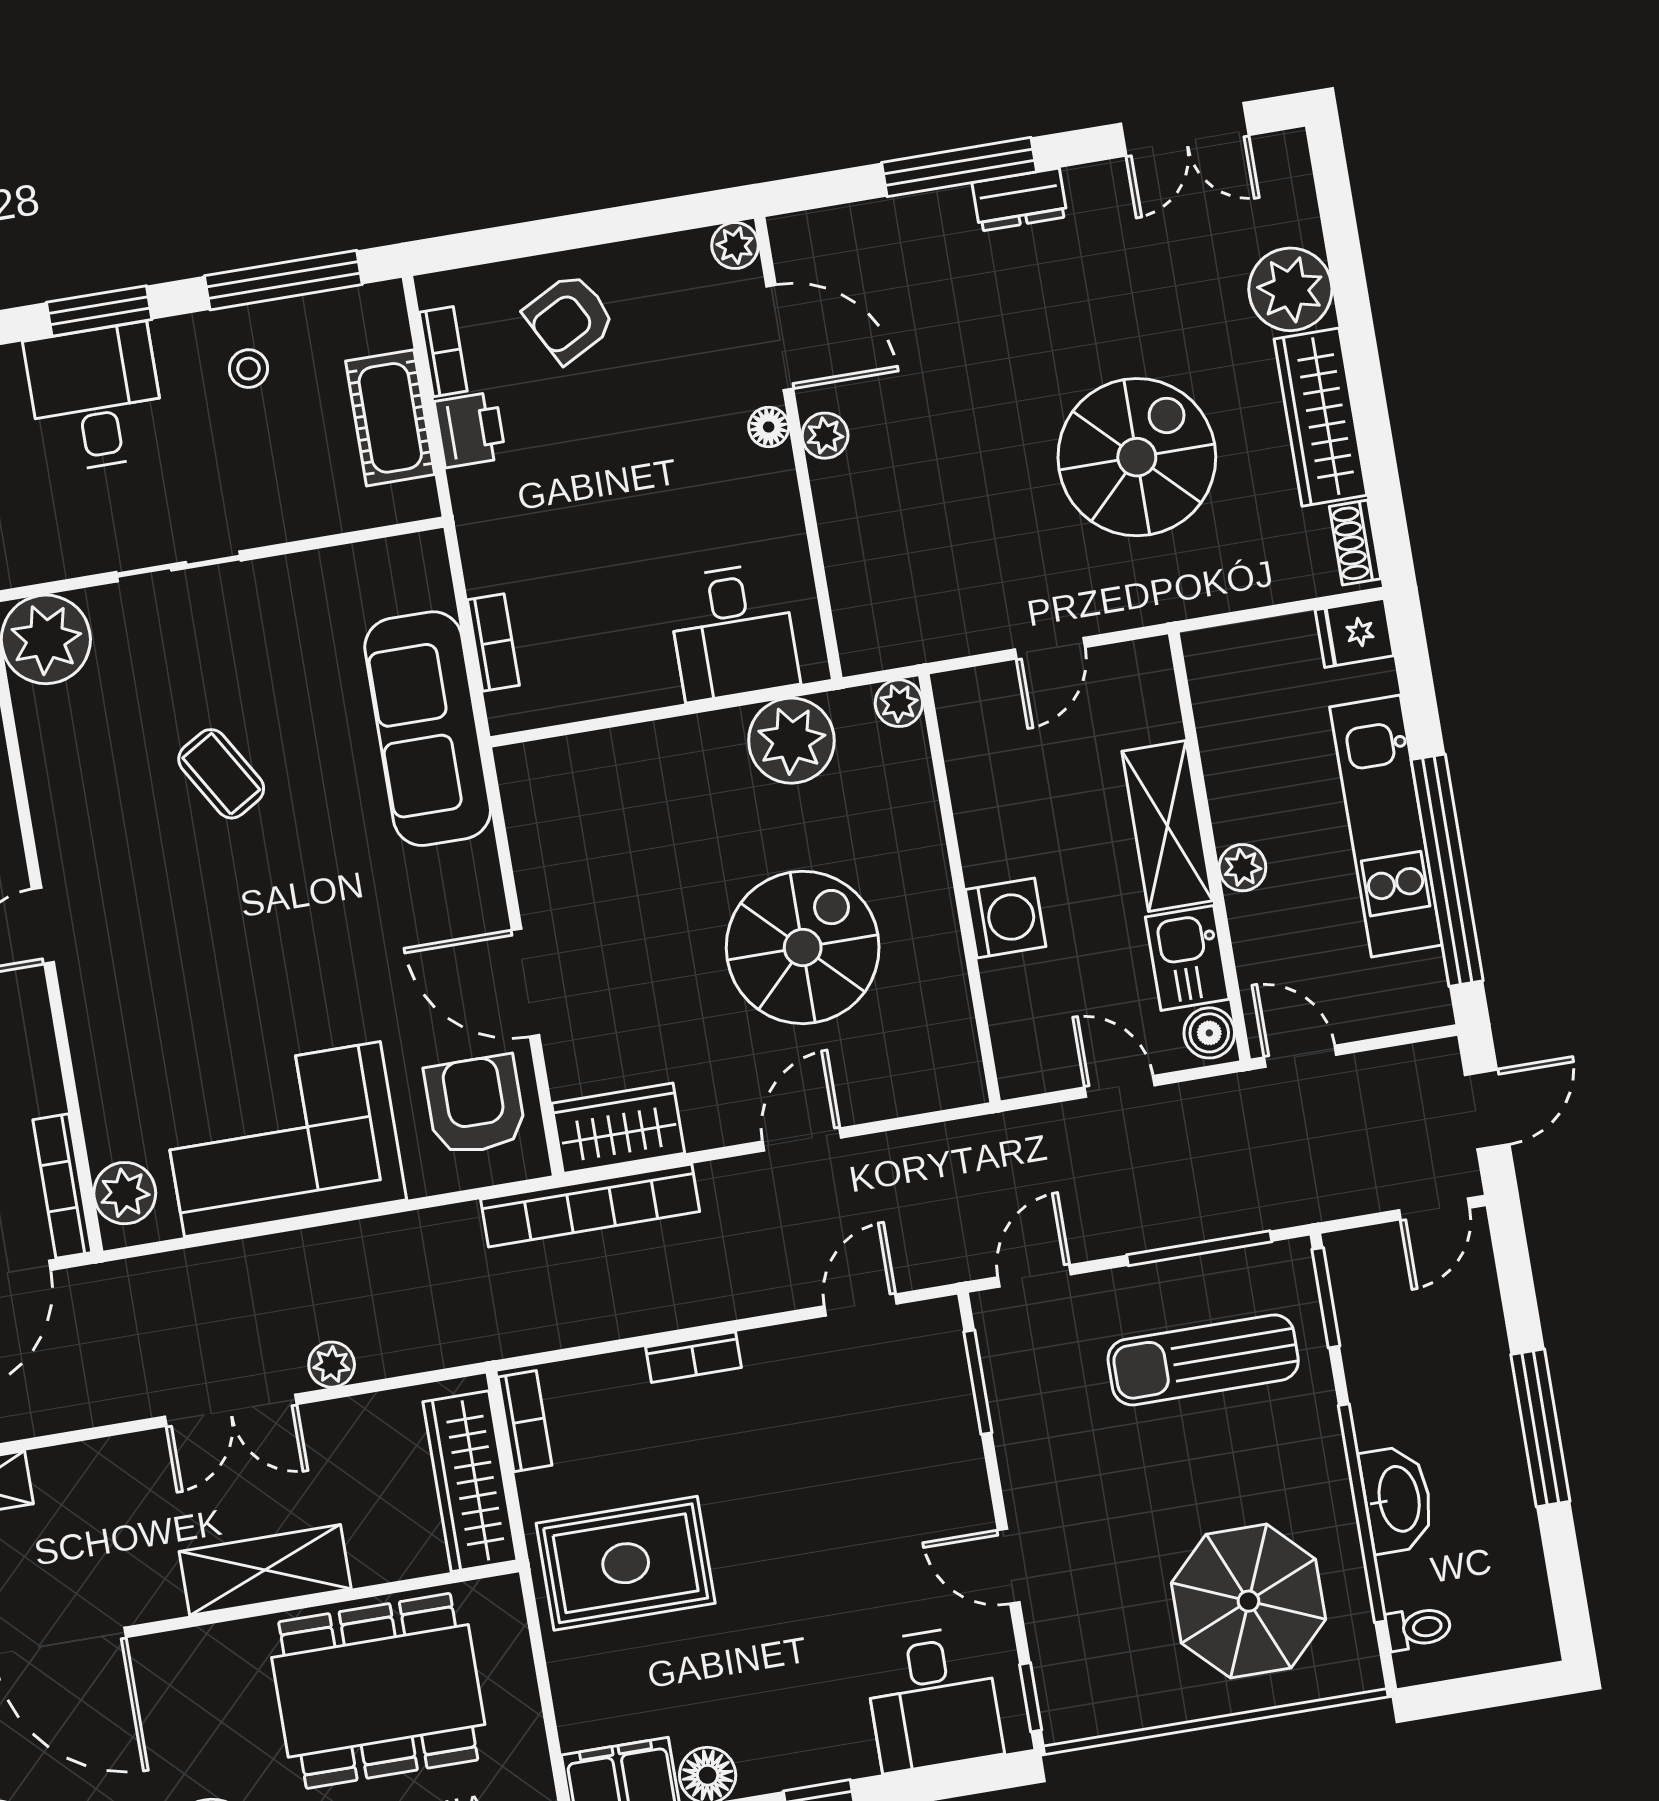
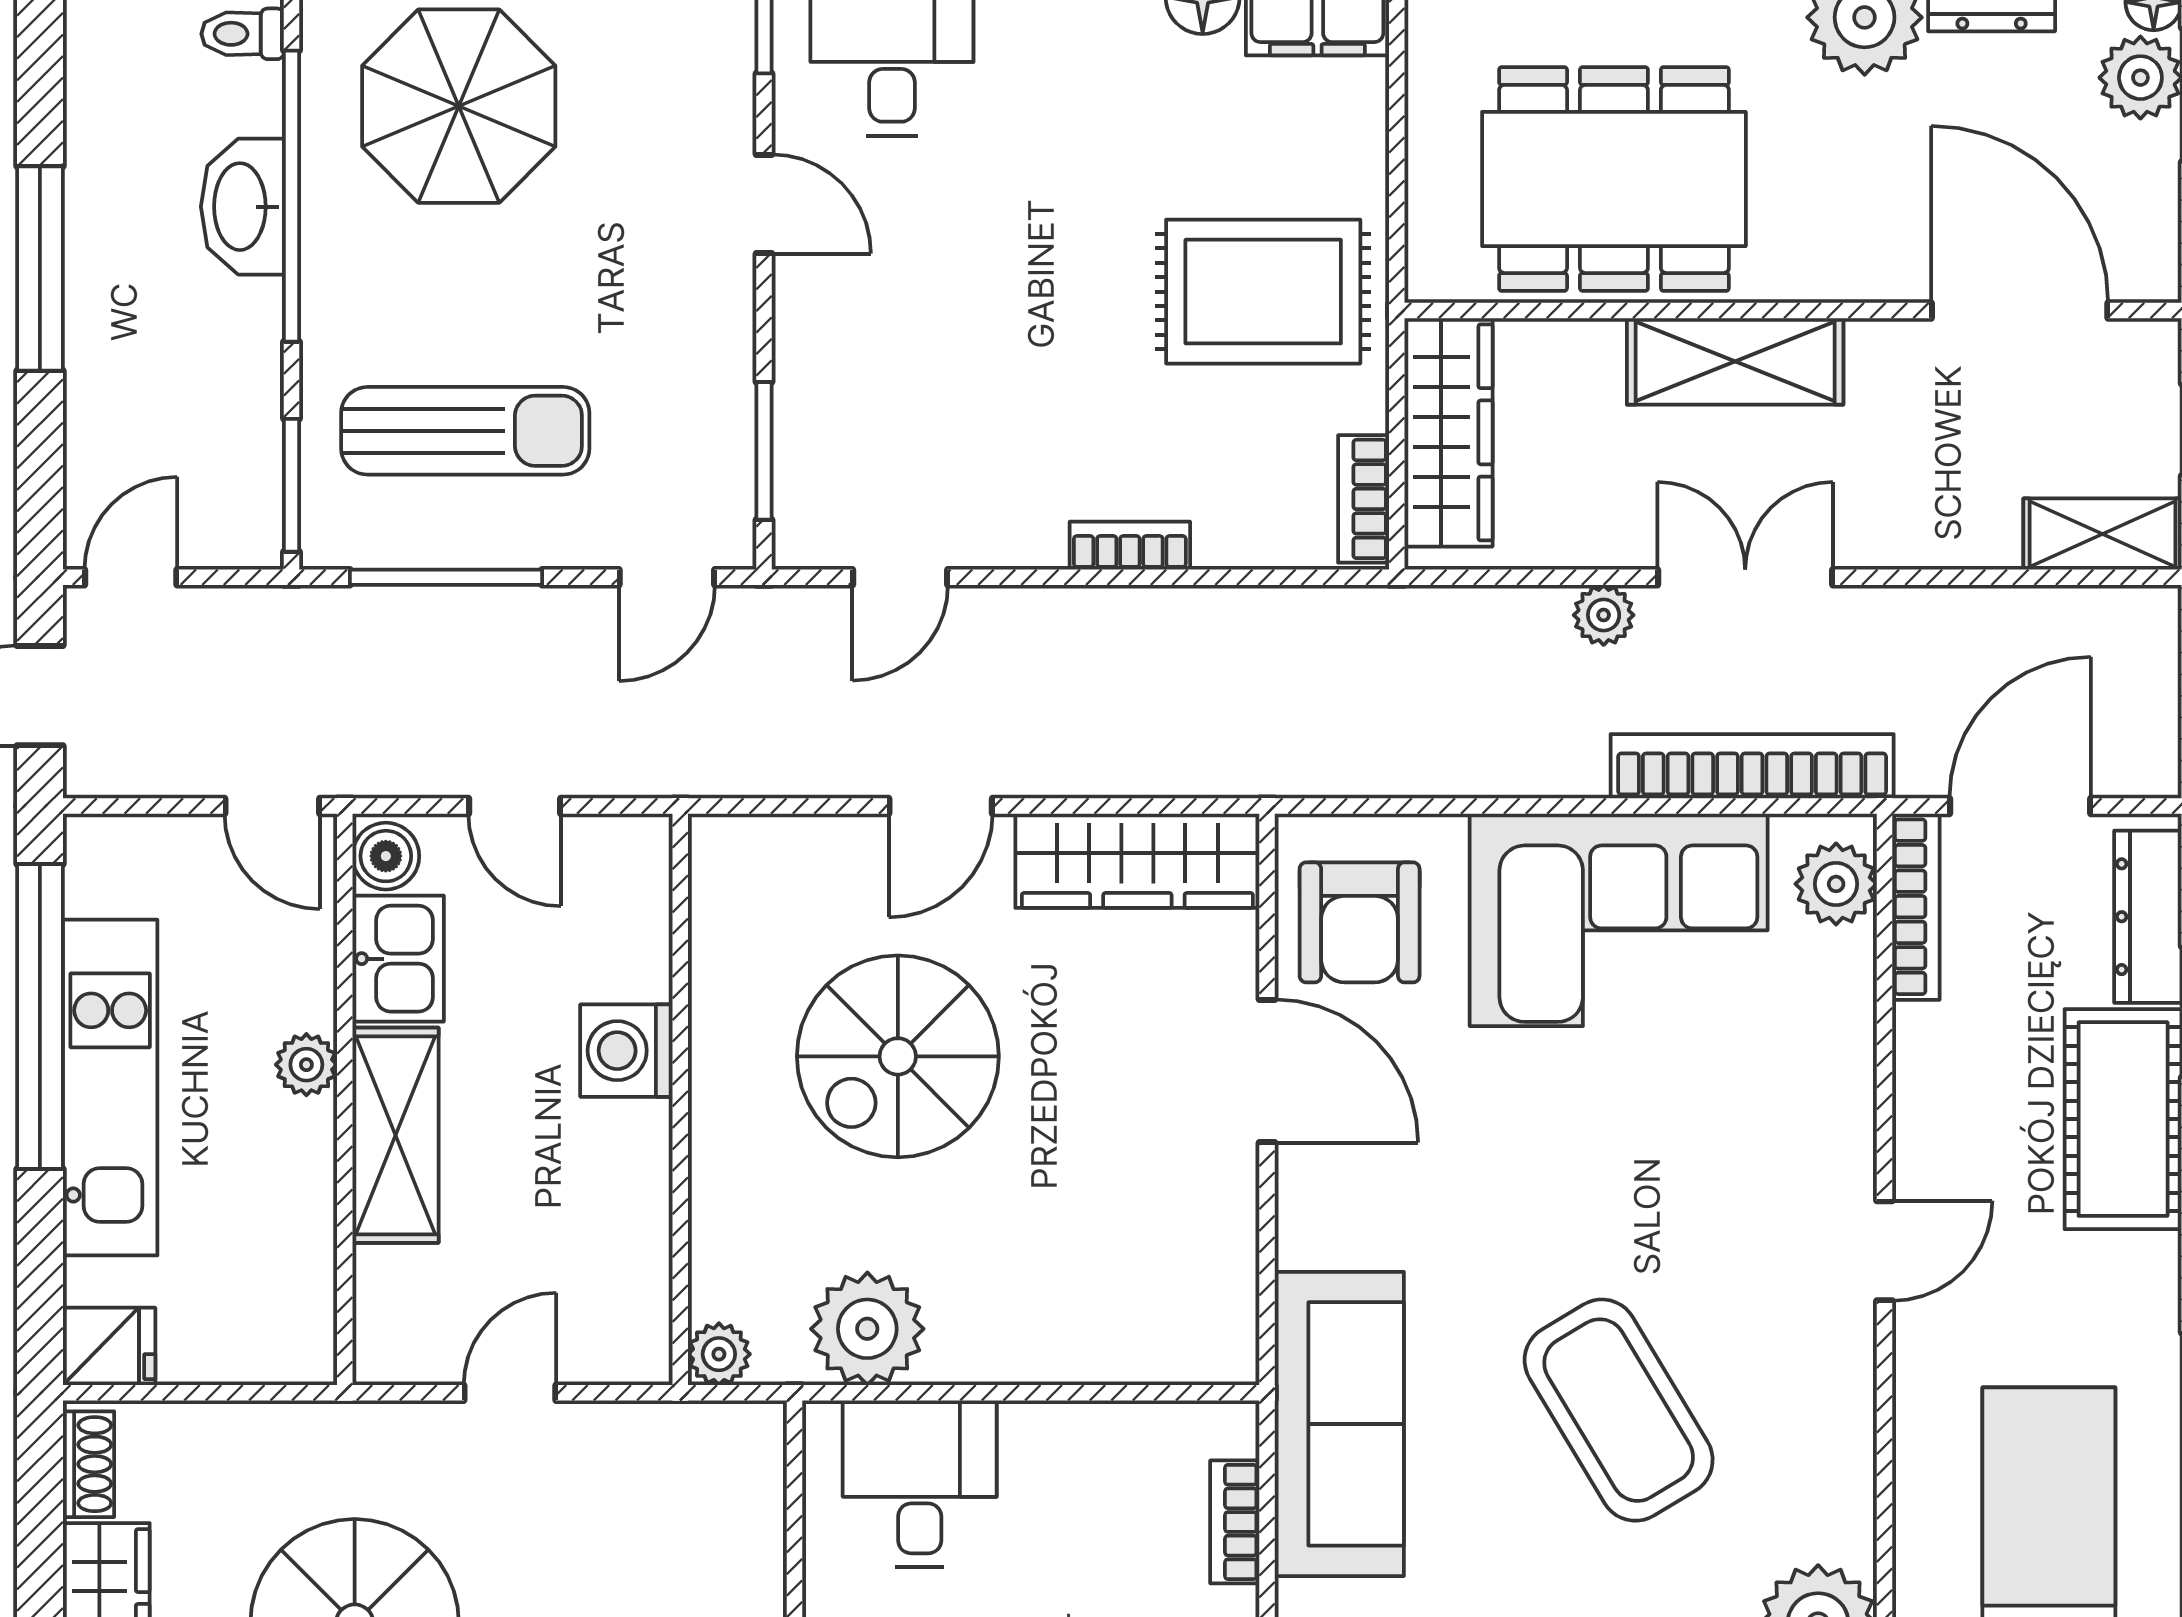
coffee table: (221, 774) -> (1619, 1410), width x1.86, depth x1.72
wardrobe: (618, 1128) -> (1137, 861), width x1.50
bookcase: (590, 1205) -> (1752, 766), moved

